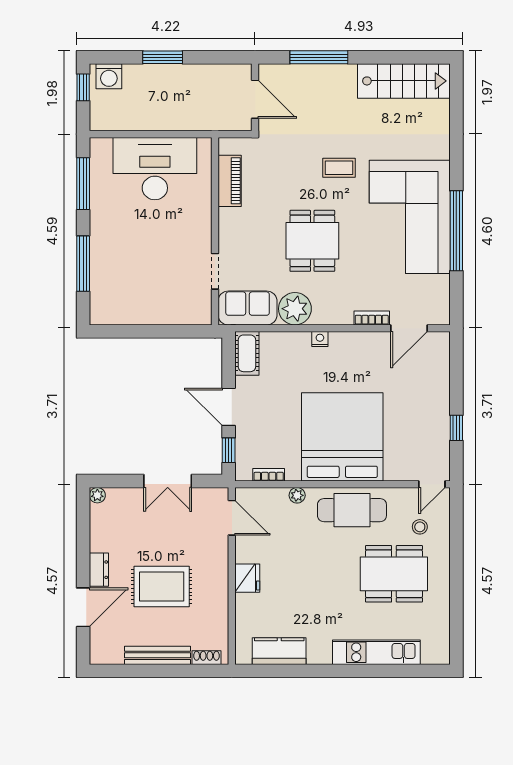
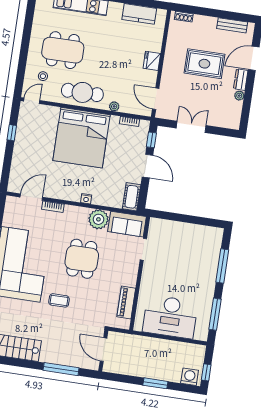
plant: (97, 495) -> (239, 96), moved
bench: (158, 655) -> (232, 25), moved, width x0.73

